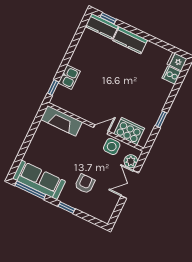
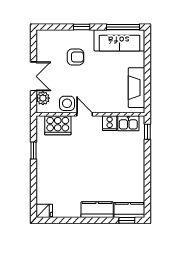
cooker: (171, 75) -> (110, 123), moved, turned 90
kitchen sink: (69, 77) -> (128, 123), moved, turned -90
fireplace: (62, 121) -> (137, 88), moved, turned -90
door: (101, 129) -> (85, 114), swing flipped
armchair: (85, 184) -> (75, 57), turned -90

